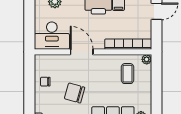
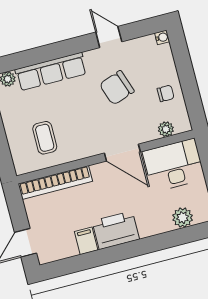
plant: (147, 59) -> (166, 129), moved
chair: (75, 93) -> (117, 88), turned 145

